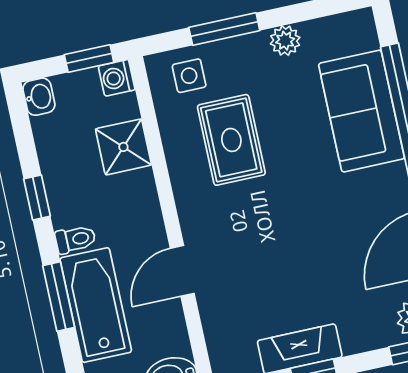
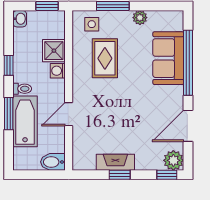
washing machine: (117, 78) -> (58, 71), moved

